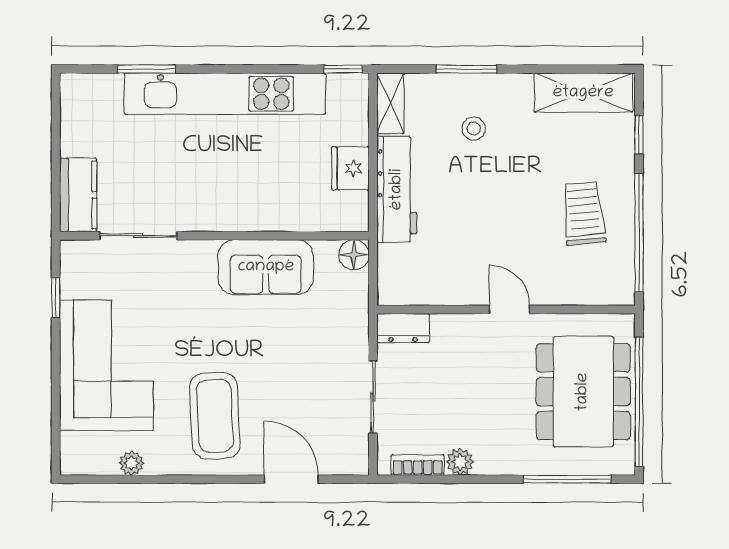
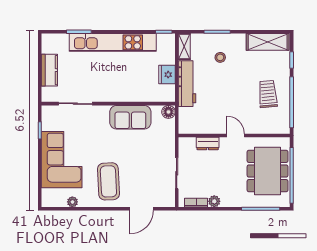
kitchen counter: (78, 195) -> (49, 70), moved
dresser: (403, 328) -> (208, 144), moved
door: (291, 479) -> (141, 209), swing flipped

